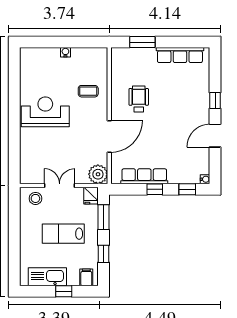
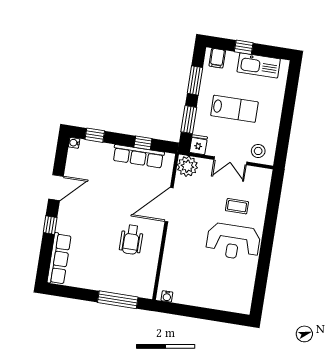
window: (142, 42) -> (118, 300), width x1.44
water cooler: (65, 52) -> (167, 296), moved
row of seats: (180, 55) -> (59, 259), moved, turned 90
coffee table: (88, 91) -> (237, 206), moved
window: (155, 189) -> (143, 143), moved
window: (104, 254) -> (195, 80), width x1.50

